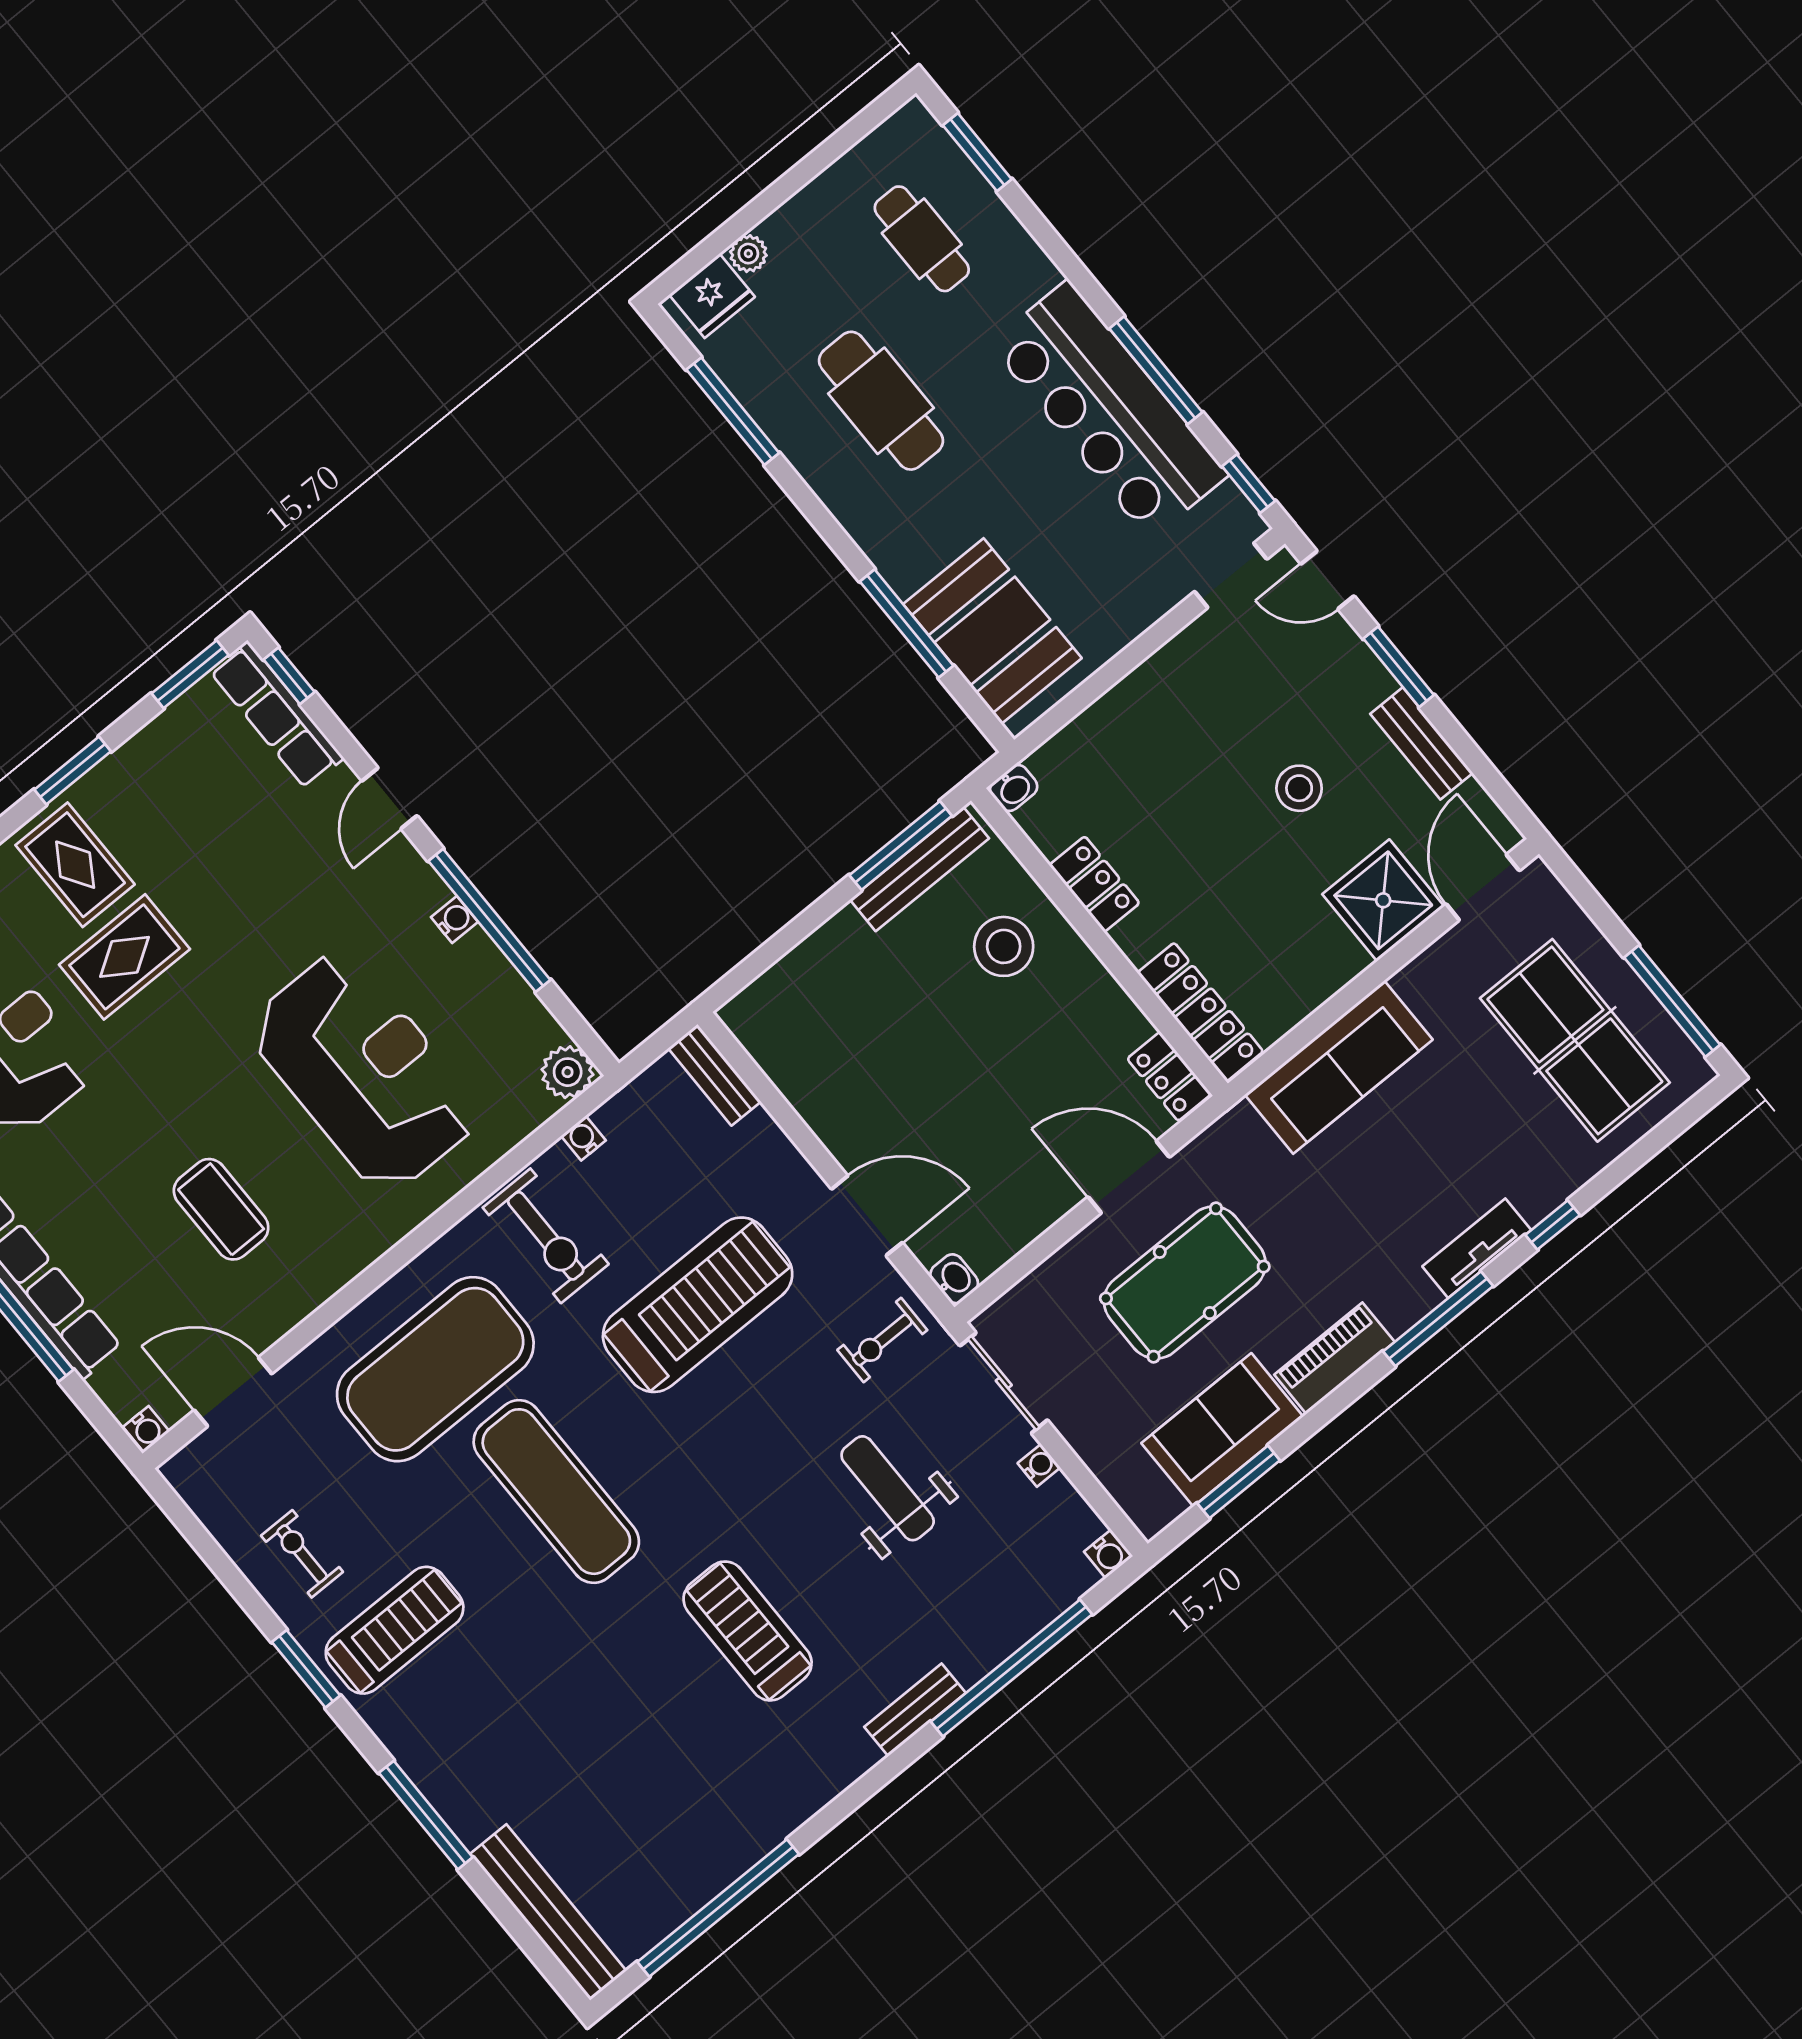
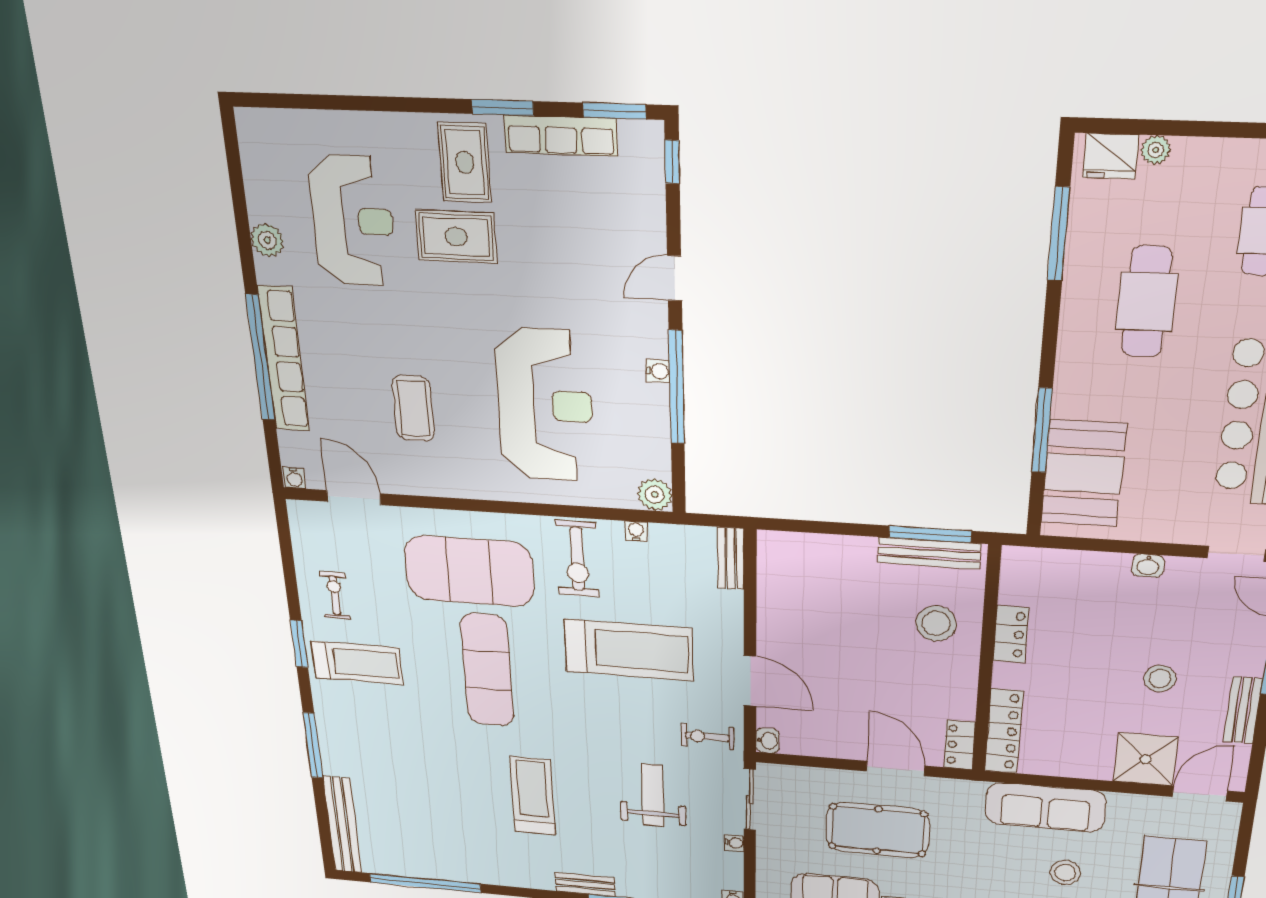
row of seats: (277, 715) -> (561, 136), moved, turned -90
washbasin: (1014, 788) -> (1148, 566), moved
stool: (1444, 1134) -> (1065, 873), added

